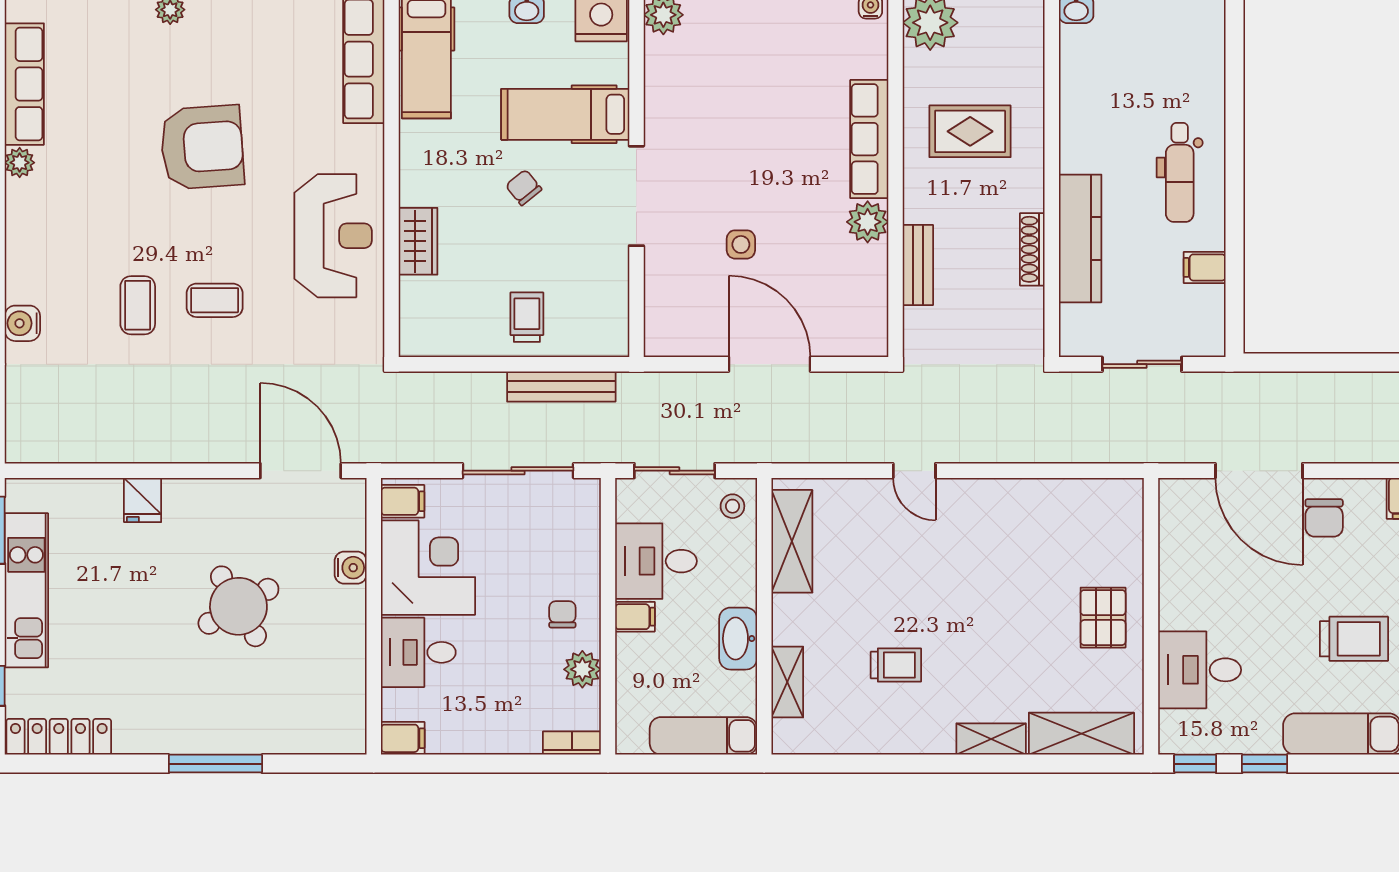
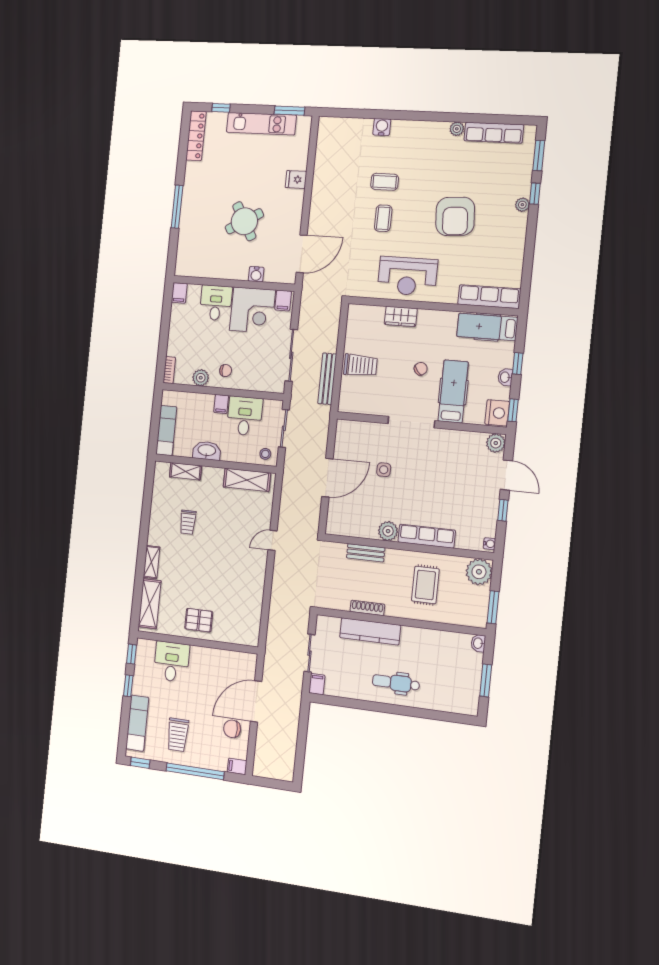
filing cabinet: (1205, 267) -> (317, 684), moved
trolley: (527, 317) -> (360, 365), width x1.36, depth x1.39

